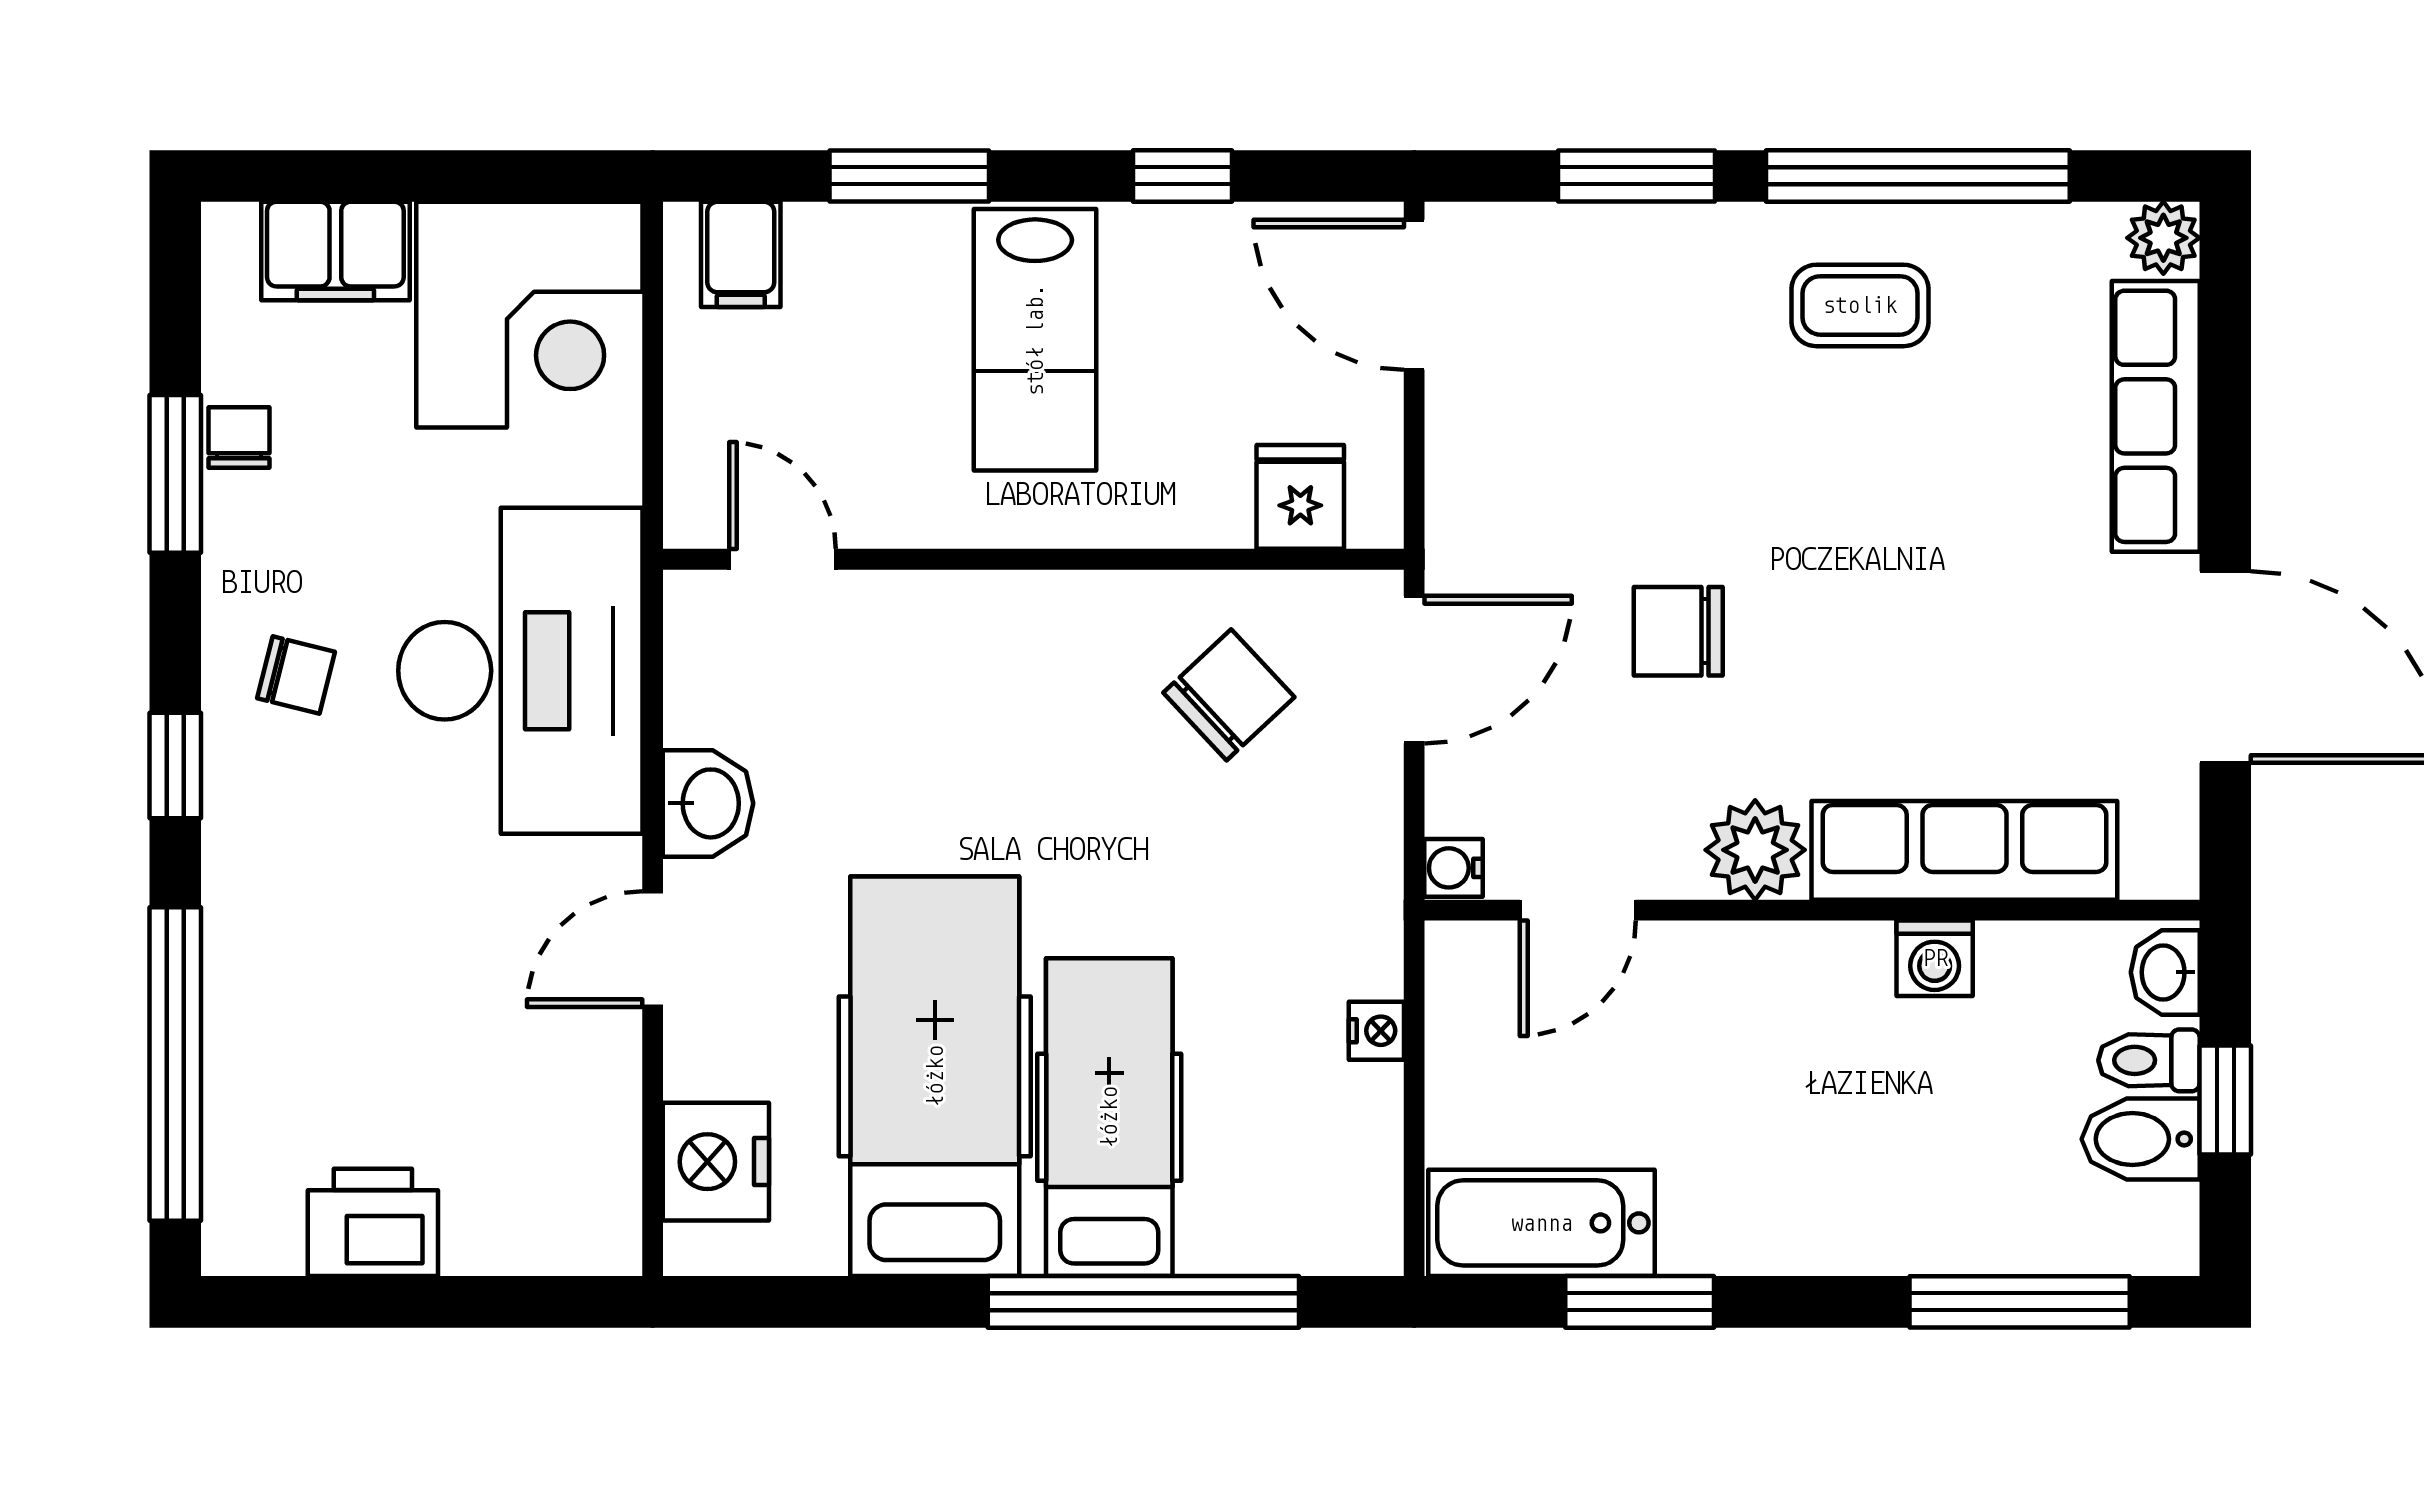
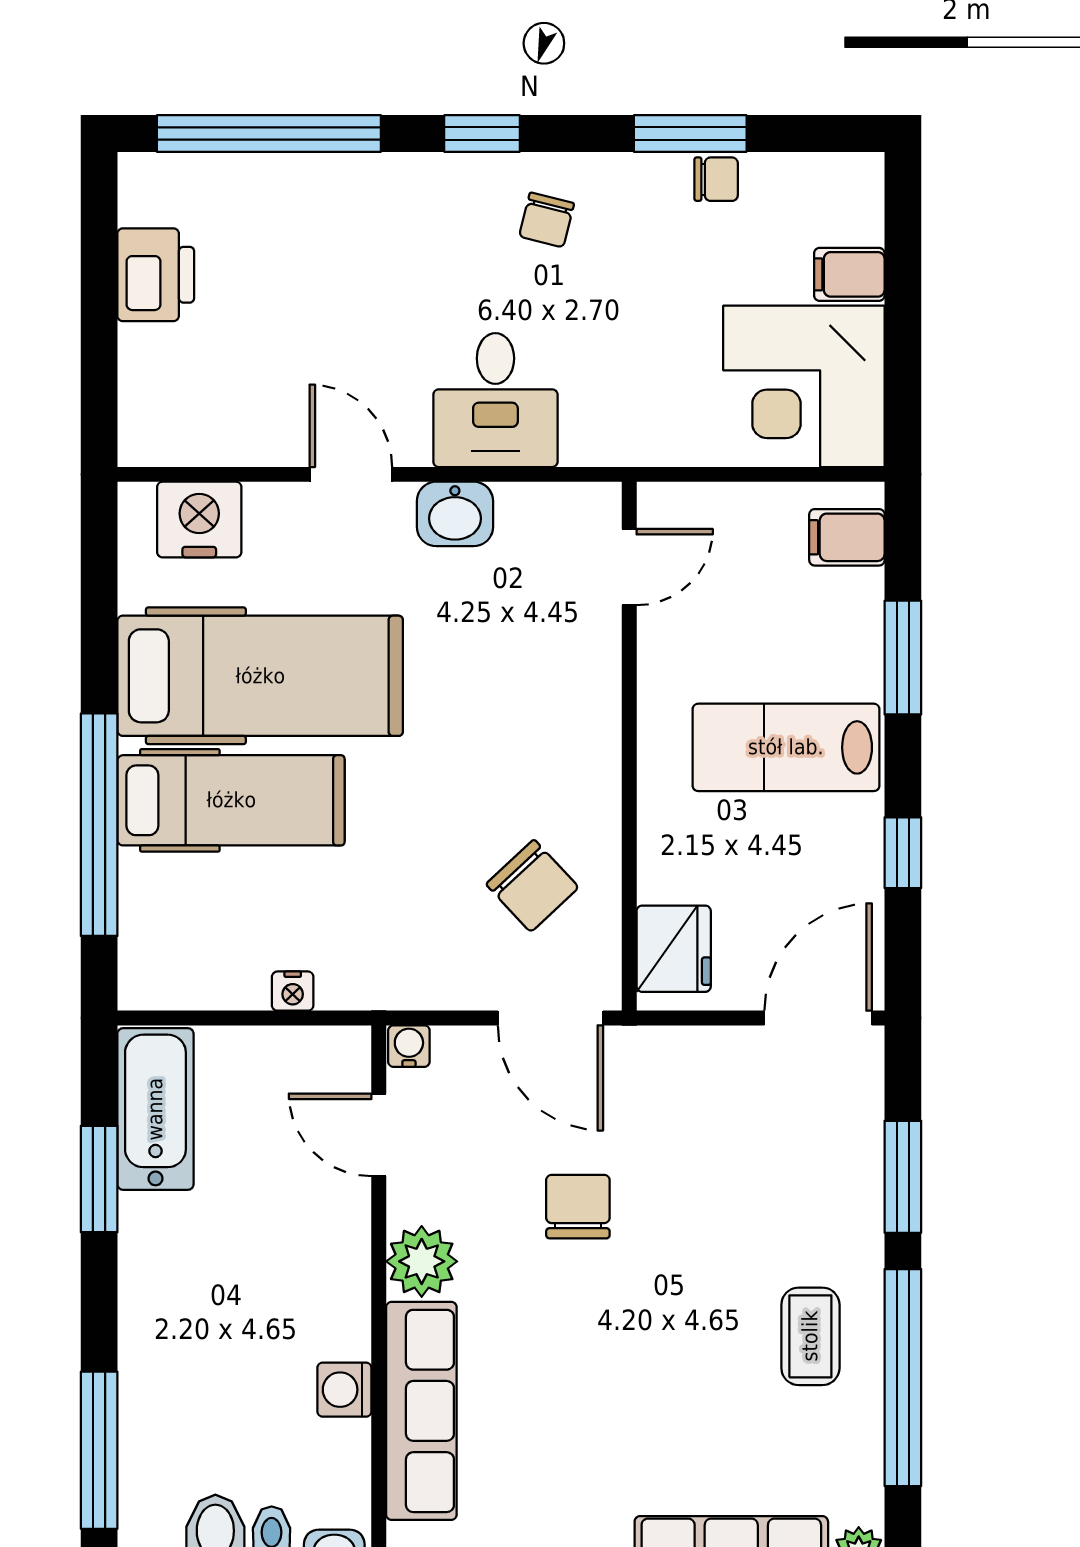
filing cabinet: (335, 251) -> (849, 274), width x0.50
fridge: (1300, 497) -> (674, 949), width x1.38
desk: (520, 671) -> (495, 400), width x0.53, depth x0.77

